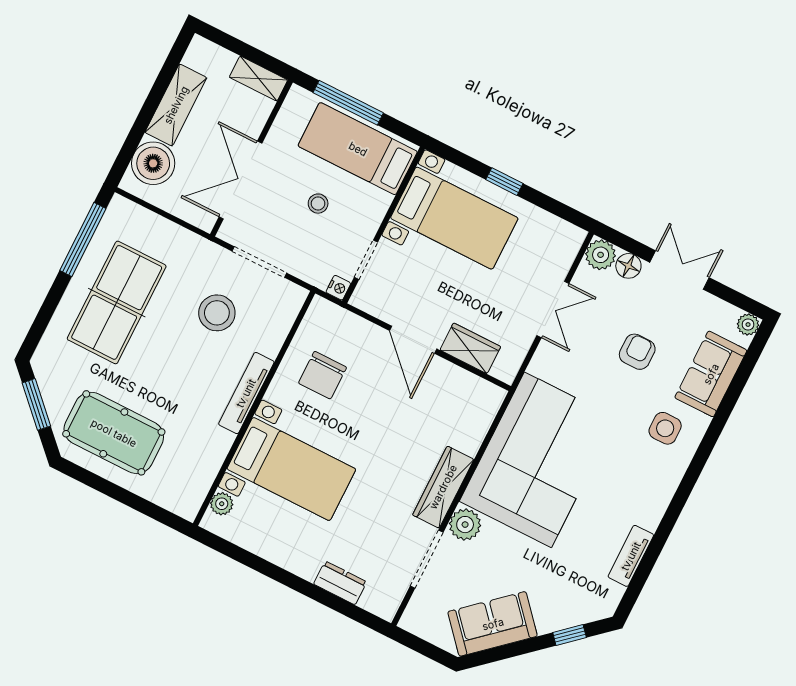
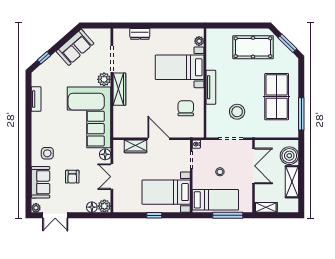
double door: (679, 270) -> (55, 215), moved
floor lamp: (543, 364) -> (105, 154), added

